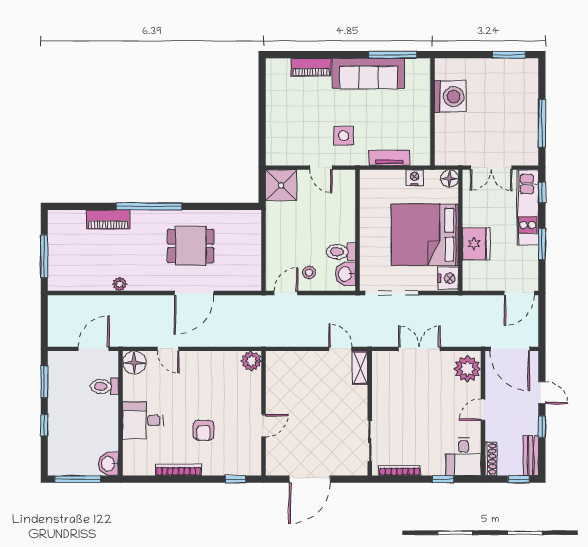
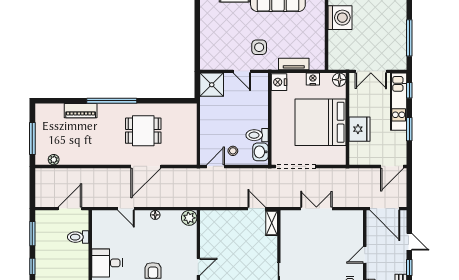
nightstand: (448, 278) -> (279, 82), moved, turned 180
plant: (120, 284) -> (54, 160), moved
floor lamp: (134, 363) -> (155, 215), moved, width x0.53, depth x0.53
plant: (467, 369) -> (353, 224), removed

